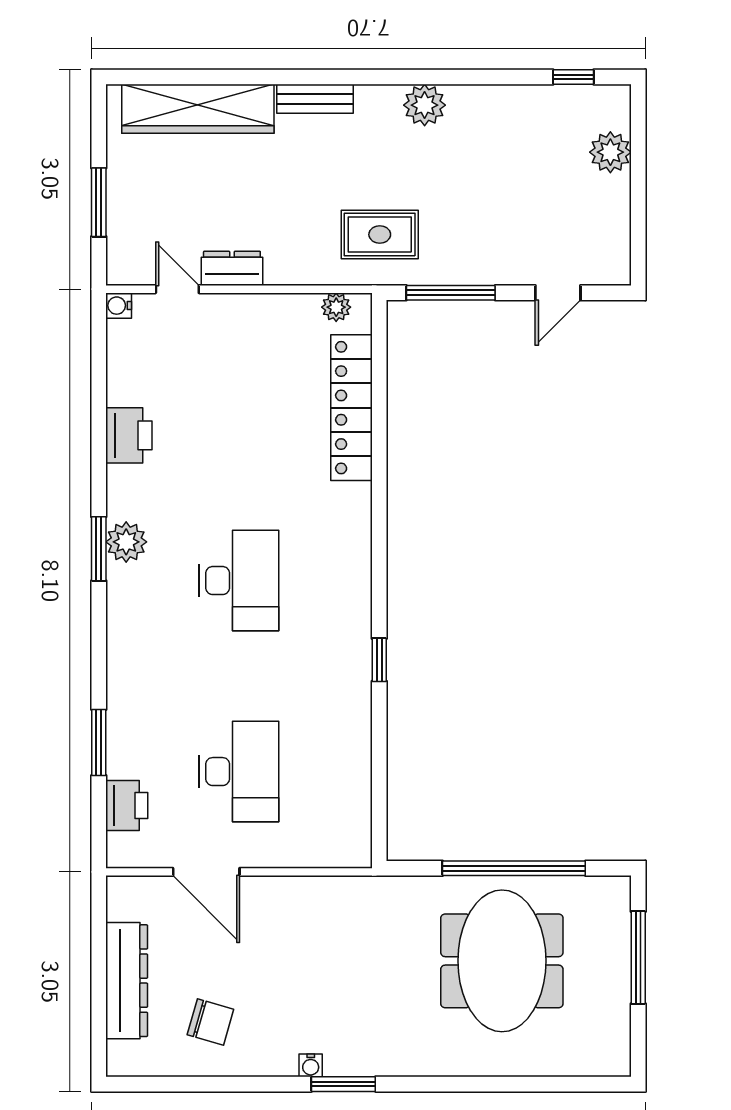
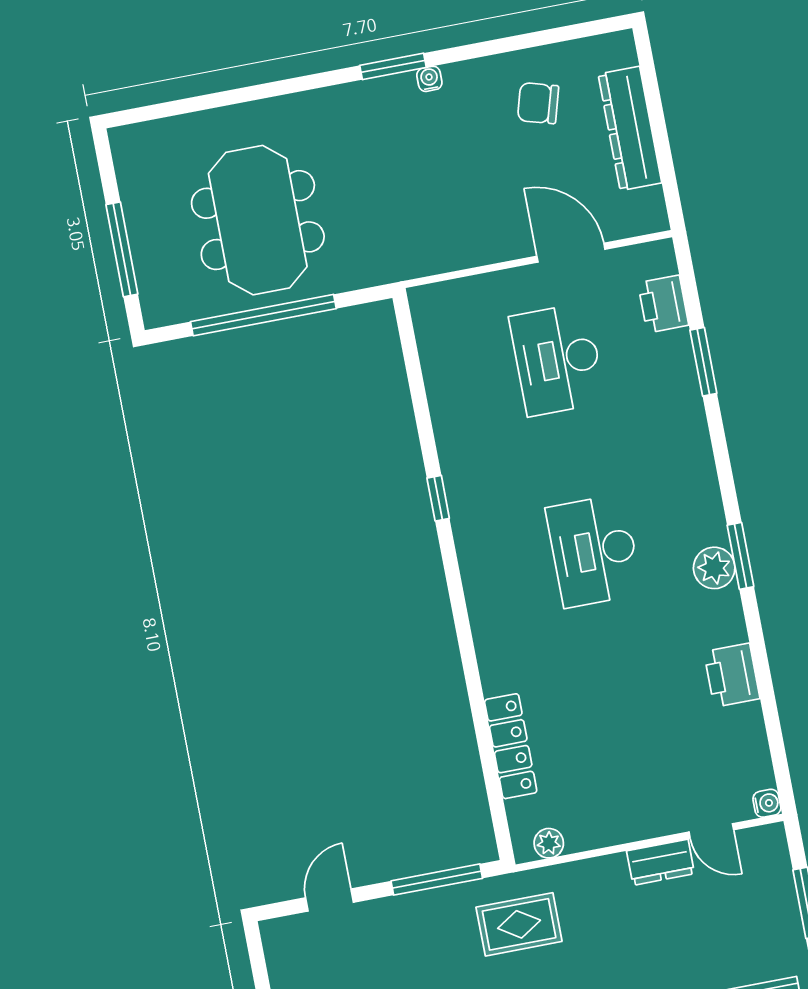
locker: (351, 408) -> (511, 746), width x0.71, depth x0.83

